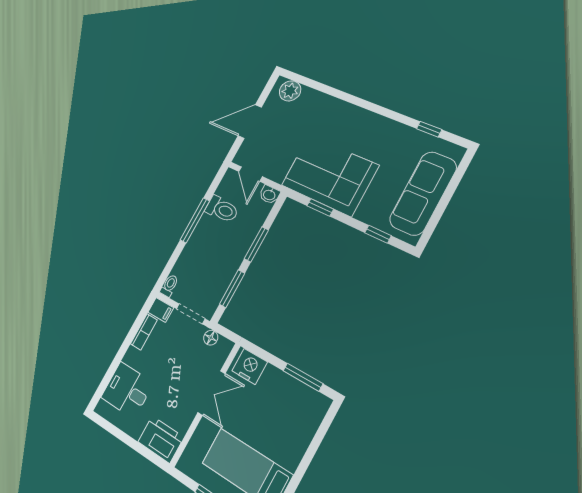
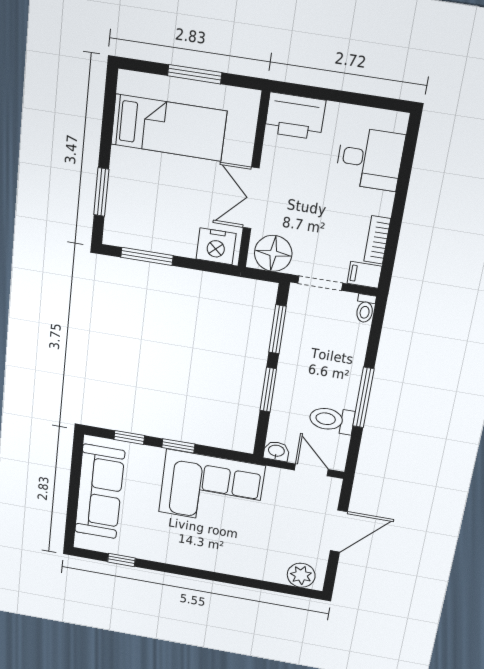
window: (320, 207) -> (178, 446), moved
floor lamp: (211, 338) -> (273, 253), width x1.89, depth x1.89
window: (317, 441) -> (101, 192), added

